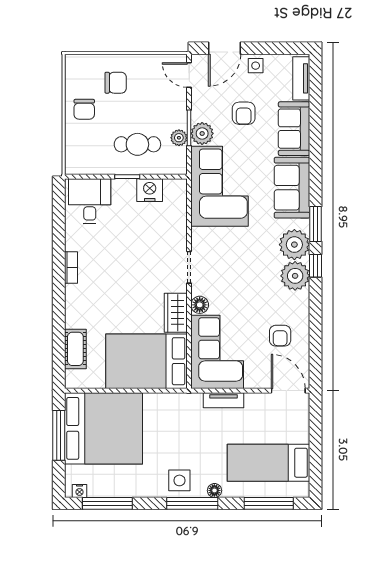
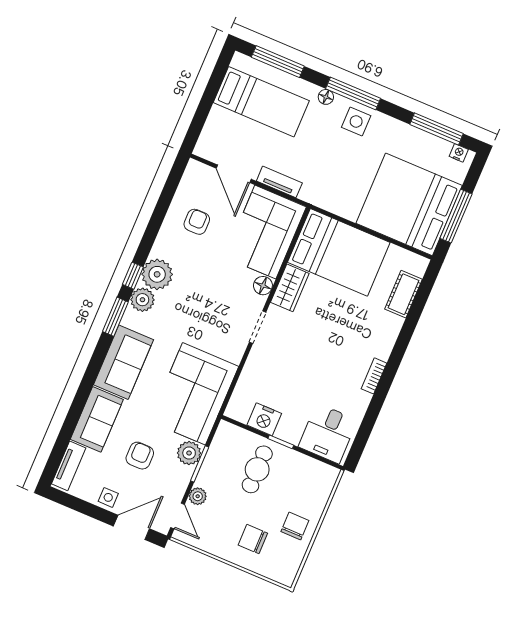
plant: (179, 138) -> (198, 496), moved
cafe table: (137, 144) -> (257, 469), turned 90
plant: (294, 245) -> (142, 300), width x0.73, depth x0.73
door: (288, 391) -> (234, 174), moved

